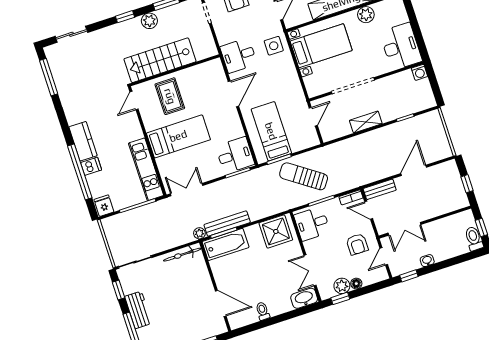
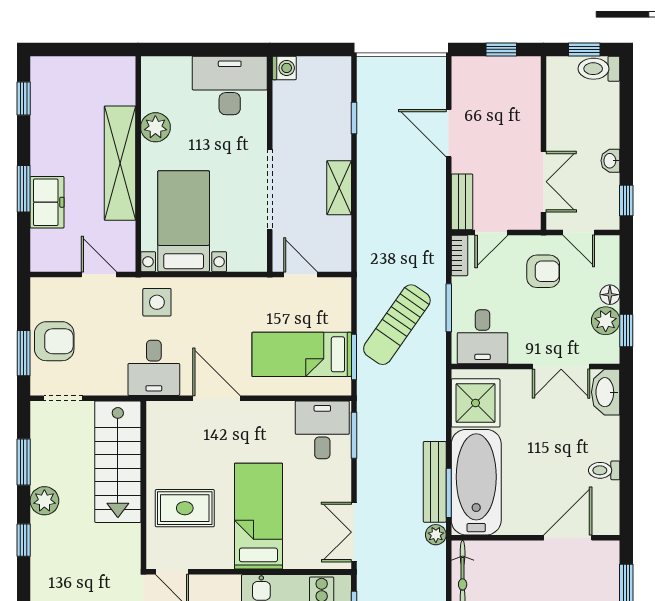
stairs: (160, 60) -> (118, 462), moved
bathtub: (226, 244) -> (476, 482), width x1.36, depth x1.36

